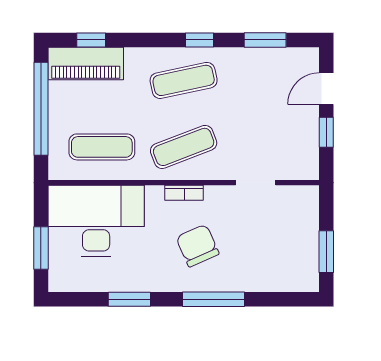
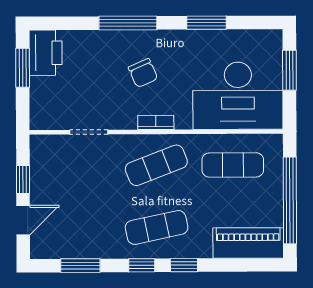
window: (91, 40) -> (184, 265), moved
chair: (197, 246) -> (143, 73), width x0.73, depth x0.73
printer: (302, 268) -> (46, 53), added

